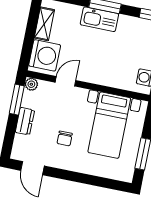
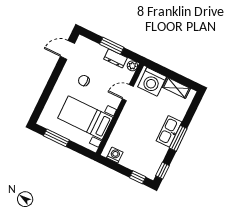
door: (65, 81) -> (128, 93), swing flipped
window: (17, 100) -> (112, 46), moved
dresser: (25, 121) -> (116, 58), moved

